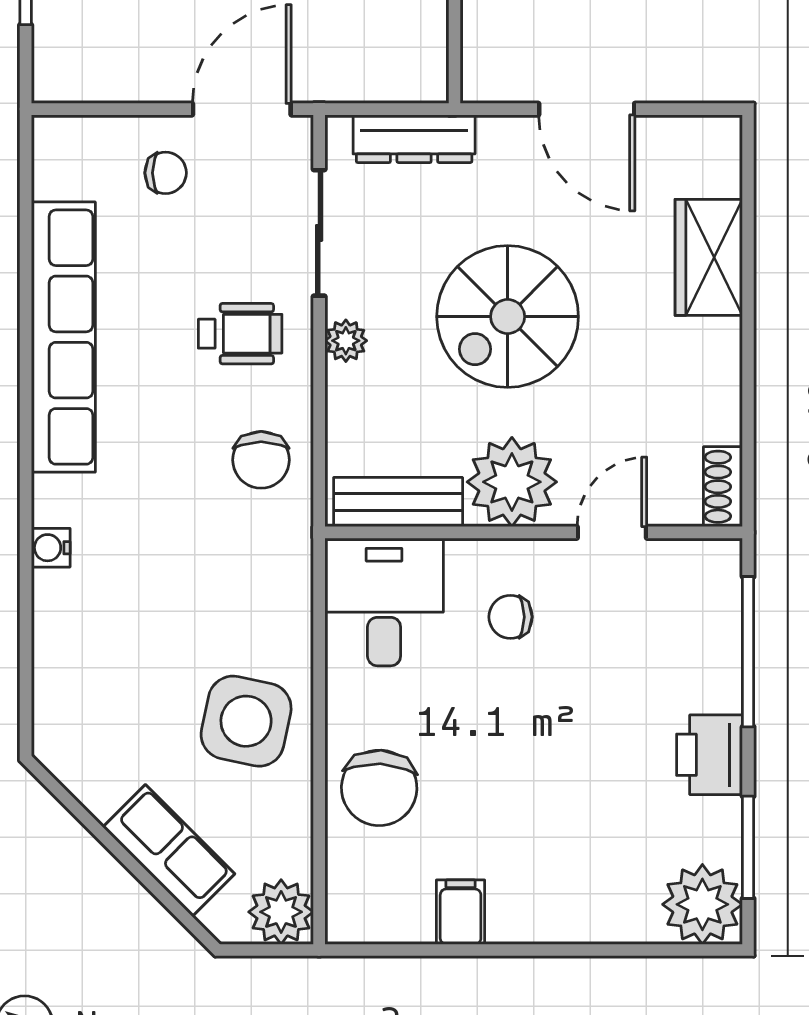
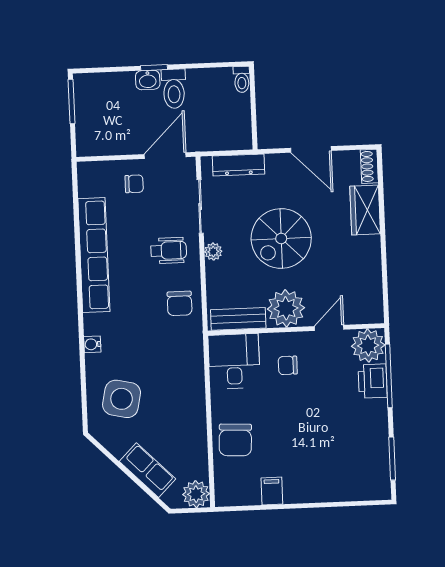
shoe rack: (723, 487) -> (369, 166), moved
side table: (246, 721) -> (122, 399), moved
printer: (709, 755) -> (373, 381), moved
plant: (702, 904) -> (368, 346), moved

